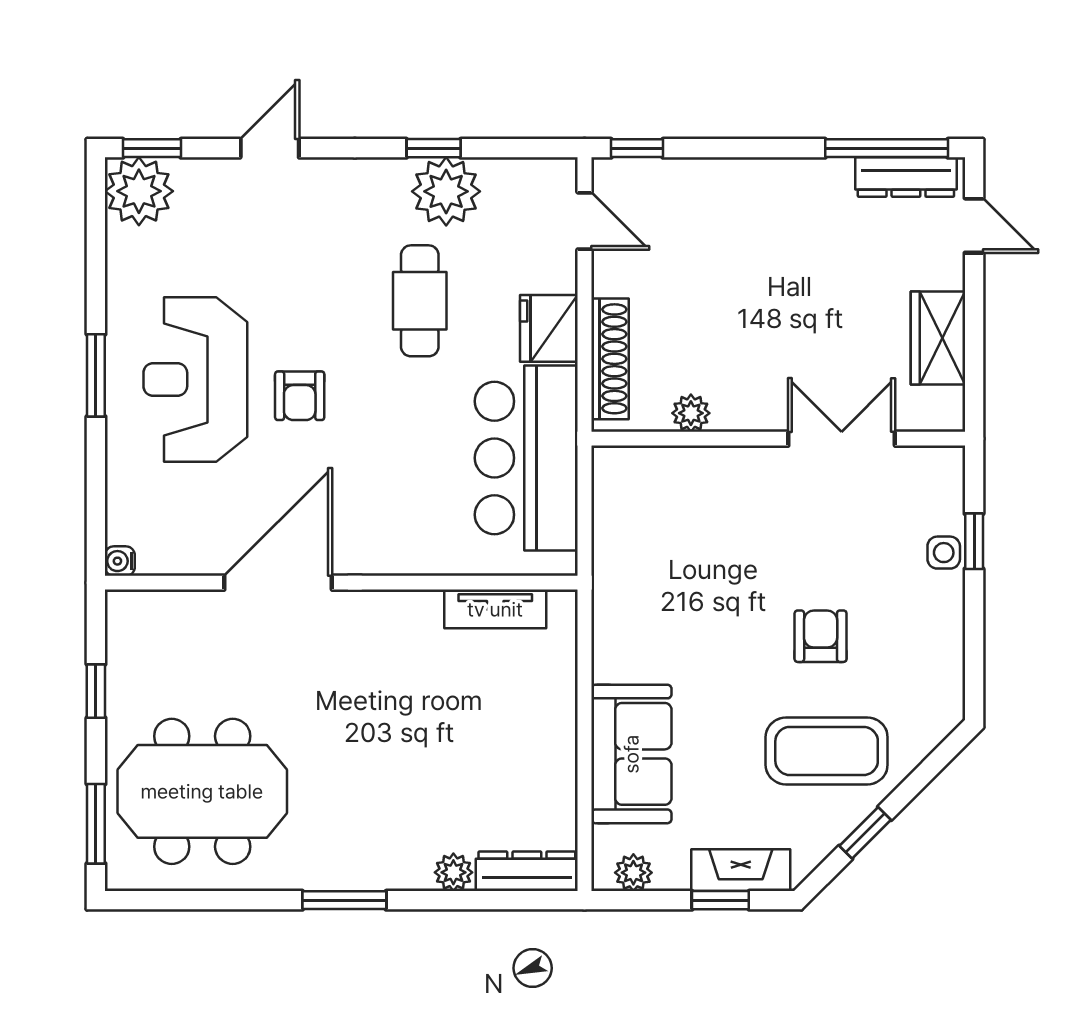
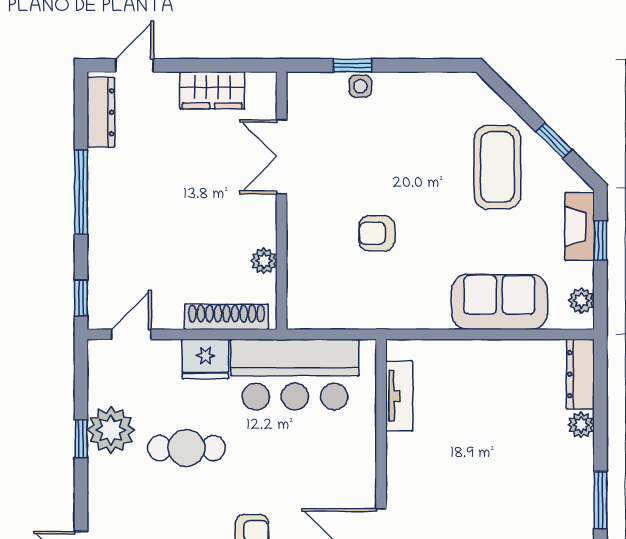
window: (887, 148) -> (81, 192), moved
armchair: (821, 636) -> (377, 233), moved

